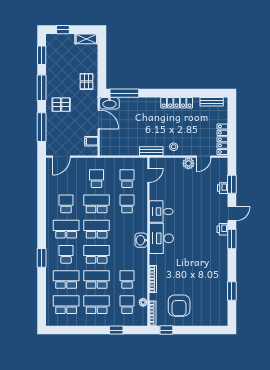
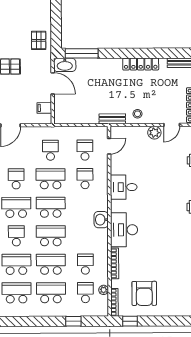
desk: (161, 238) -> (124, 230), moved

